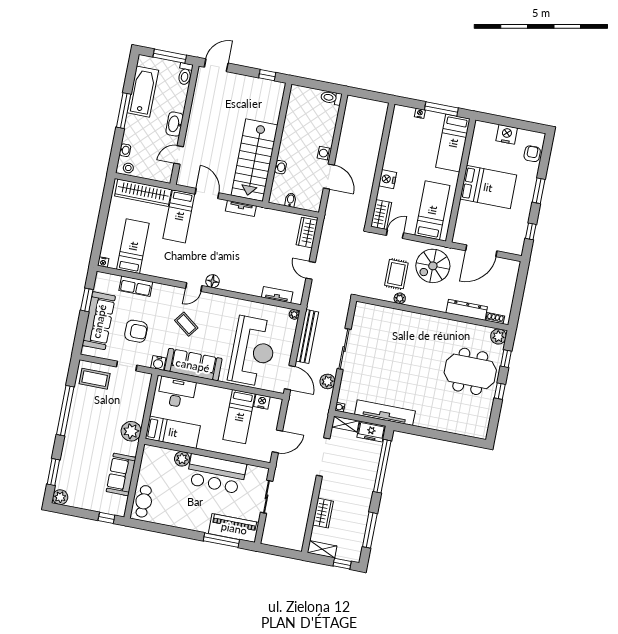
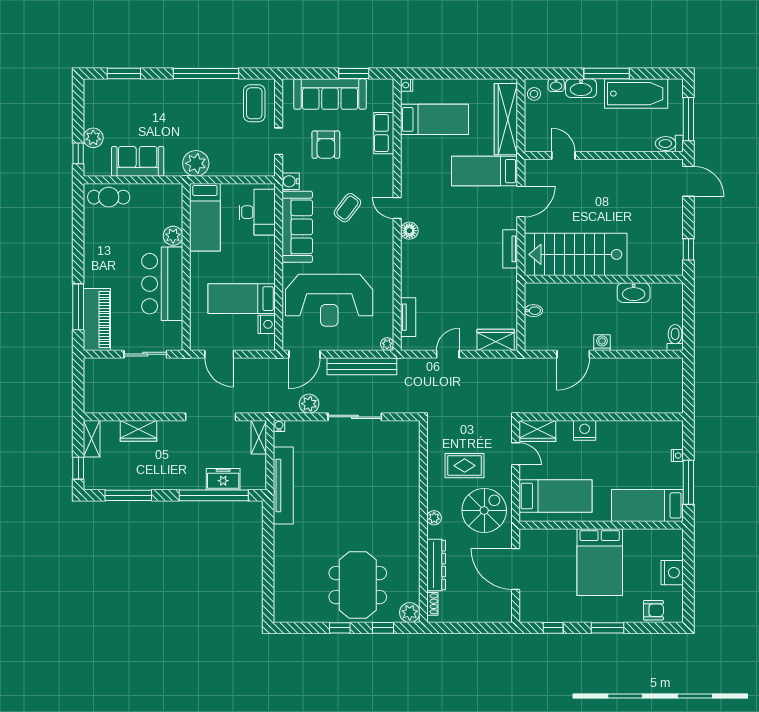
washbasin: (175, 124) -> (581, 88), moved, turned 180
washbasin: (280, 167) -> (634, 293), moved, width x1.91, depth x1.45
spiral stairs: (433, 266) -> (484, 510), turned 90
plant: (400, 298) -> (434, 518), moved
freezer: (371, 432) -> (223, 479), moved, turned 90
plant: (60, 497) -> (93, 138), moved

